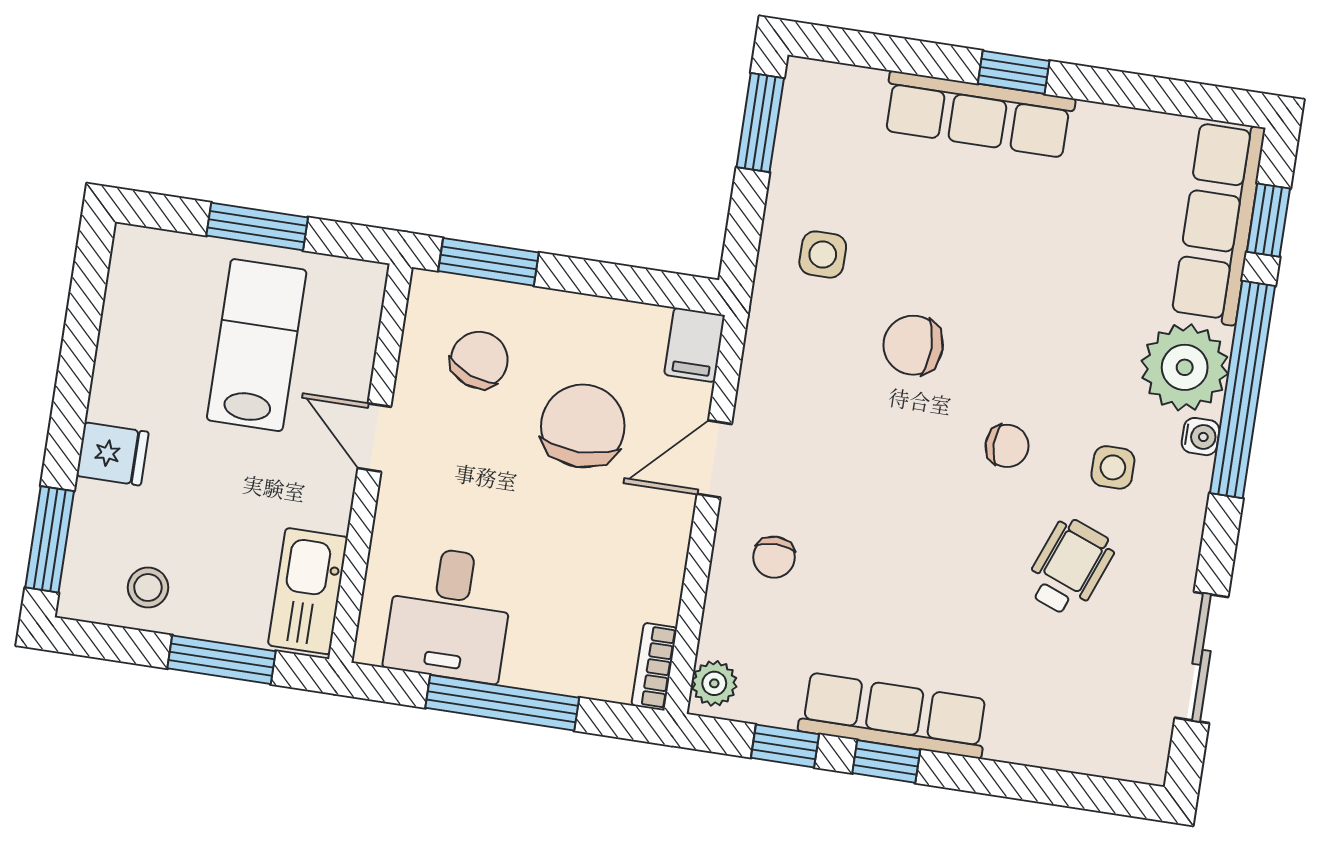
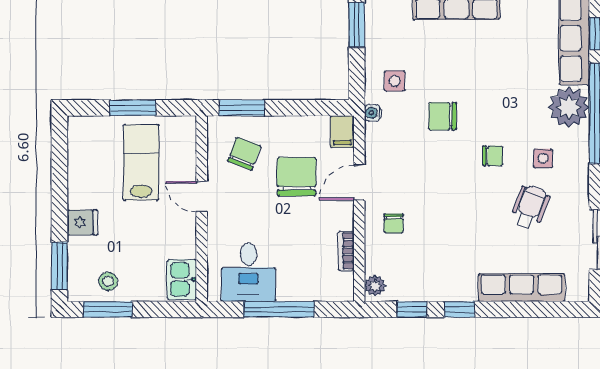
water cooler: (1200, 437) -> (373, 113), moved, turned 180
kitchen sink: (308, 591) -> (182, 279), width x0.73
window: (222, 660) -> (108, 309), moved
bookcase: (654, 667) -> (346, 251), moved
row of seats: (894, 715) -> (522, 288), moved

